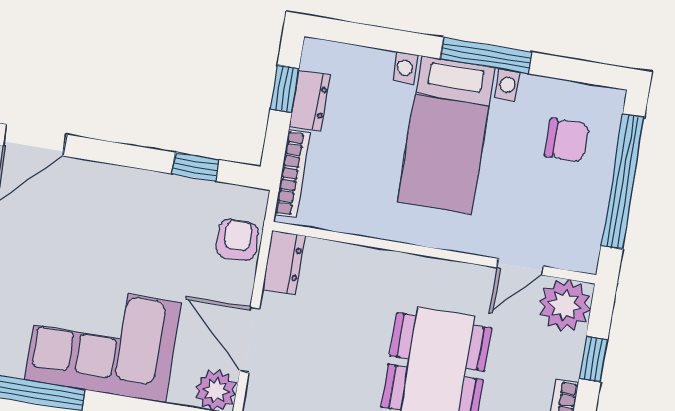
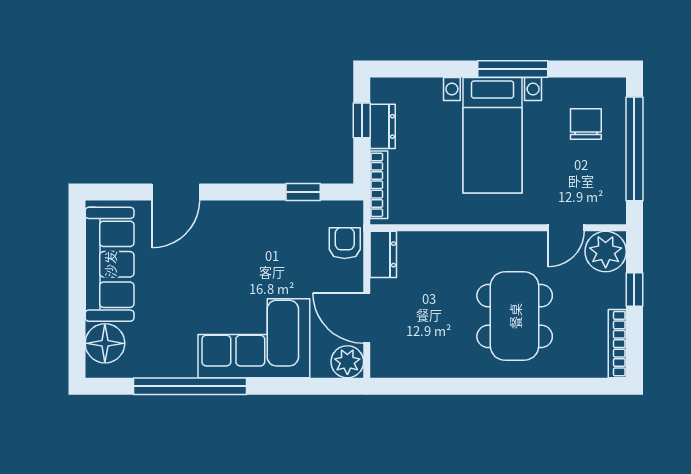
chair: (567, 140) -> (586, 124), turned -90

